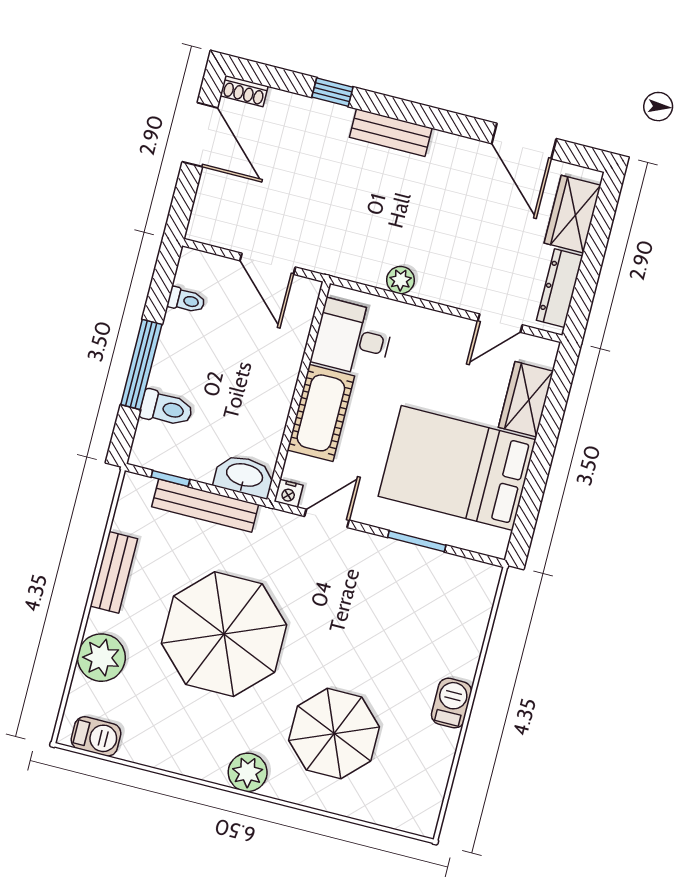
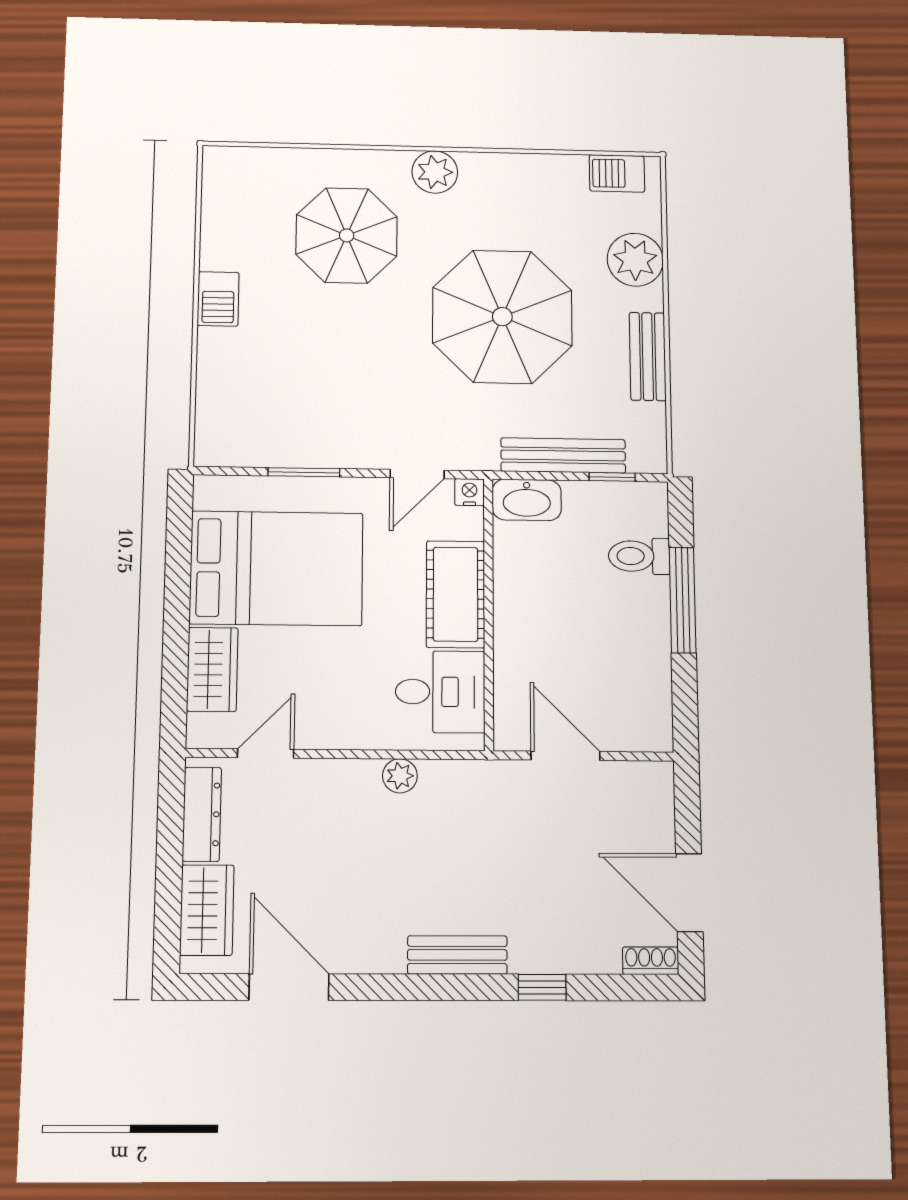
toilet: (186, 300) -> (651, 688), removed

